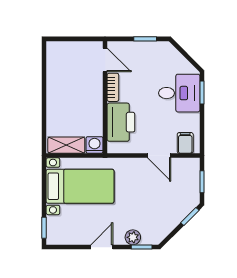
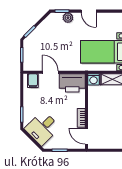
desk: (179, 93) -> (42, 128), moved, turned -45
printer: (121, 122) -> (72, 83), moved, turned -90
door: (102, 247) -> (89, 11), hinge flipped

